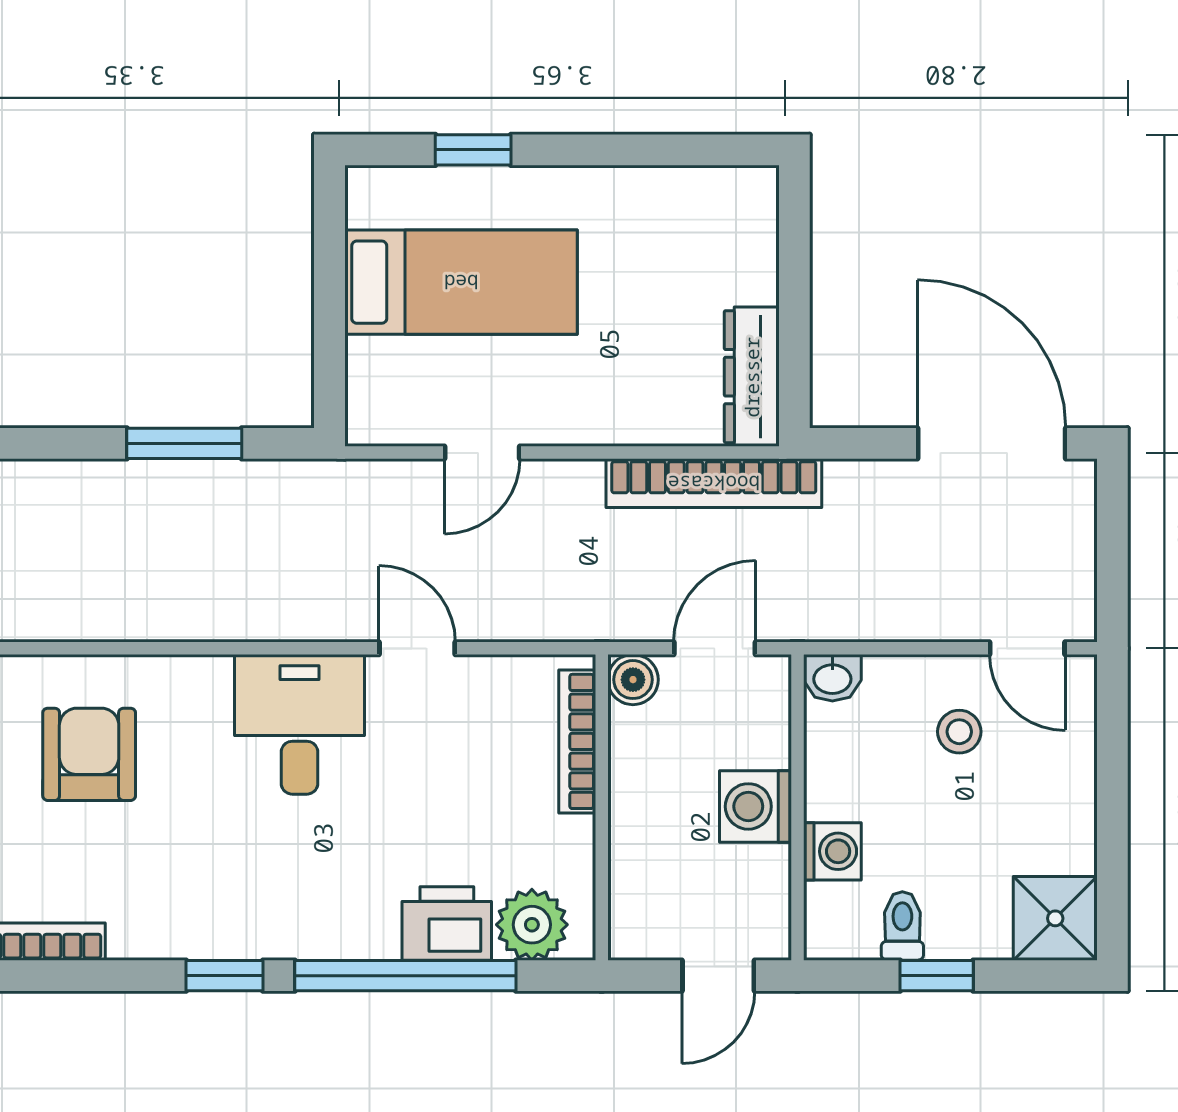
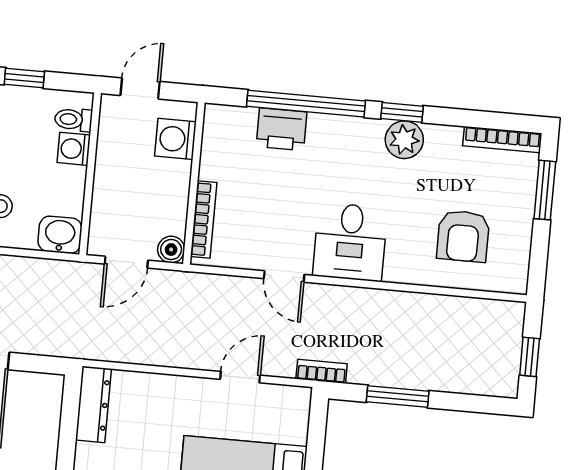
bookcase: (714, 483) -> (322, 371), moved, width x0.43, depth x0.76
washbasin: (832, 678) -> (60, 235), width x1.38, depth x1.45
washing machine: (755, 806) -> (175, 139), moved, turned 180
plant: (532, 925) -> (404, 140), moved
toilet: (902, 926) -> (73, 120), moved, turned 90

